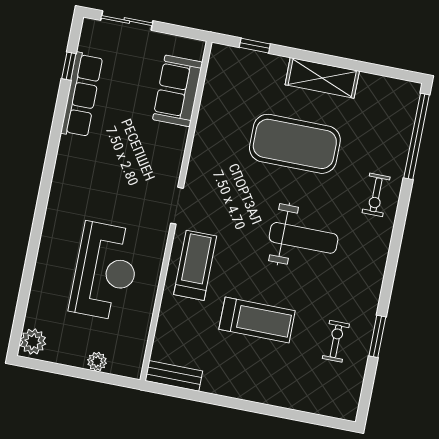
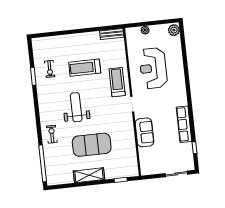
sofa: (178, 91) -> (145, 132), moved
row of seats: (82, 95) -> (184, 124), moved
weight bench: (304, 238) -> (76, 107), turned 90
treadmill: (195, 265) -> (117, 82), turned 180

